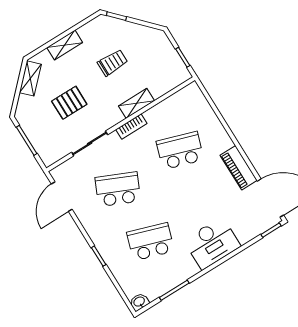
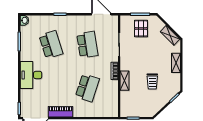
pallet: (69, 103) -> (141, 28), moved
school desk: (118, 189) -> (87, 45), turned -33
school desk: (151, 242) -> (51, 45), turned -36

